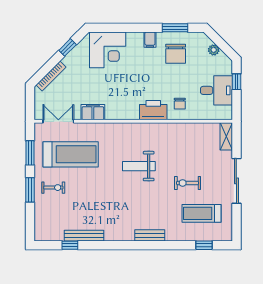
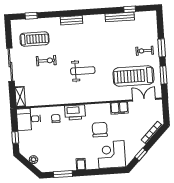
chair: (176, 54) -> (100, 130), moved
desk: (216, 90) -> (29, 119), moved
double door: (58, 121) -> (144, 100), swing flipped

